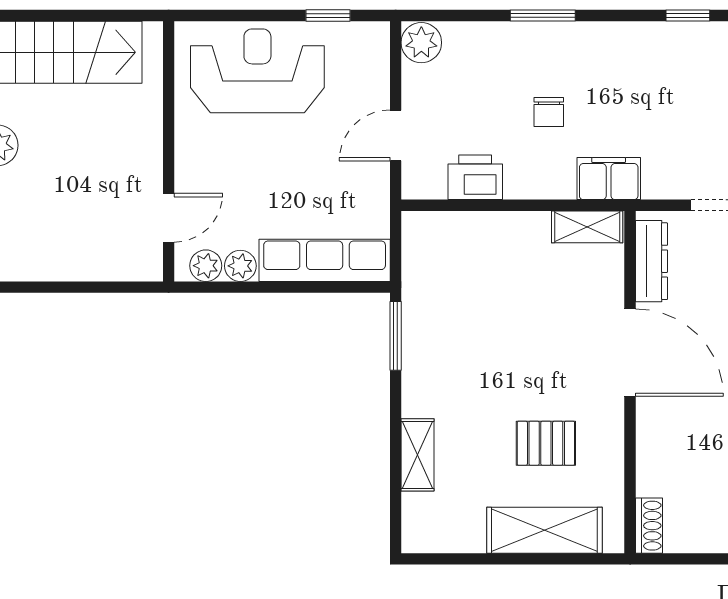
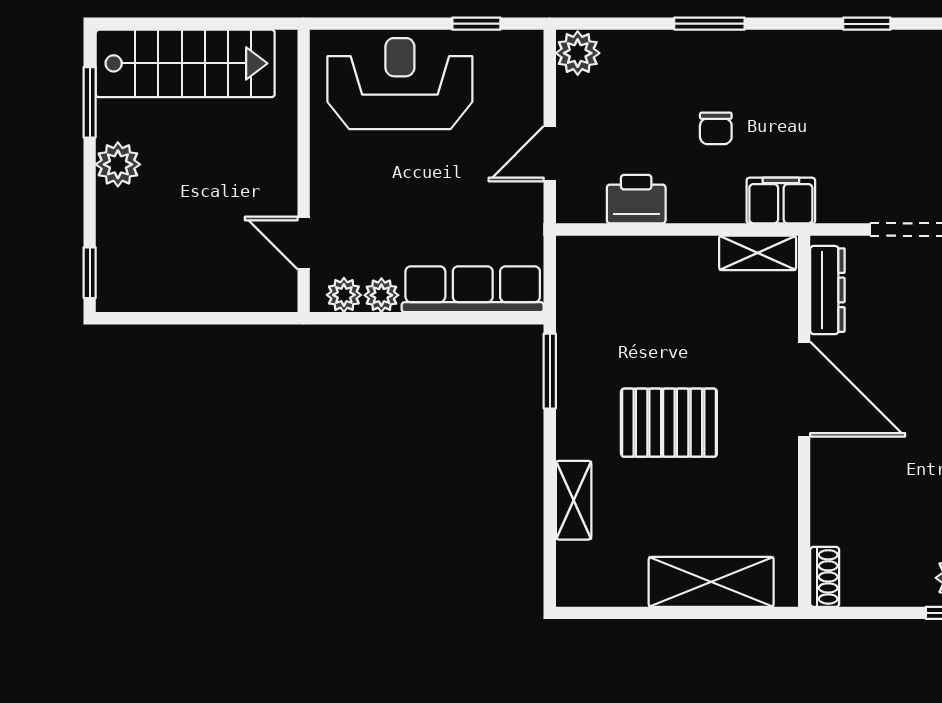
door: (169, 218) -> (304, 243), swing flipped
pallet: (546, 443) -> (669, 423), moved, width x1.50, depth x1.42

